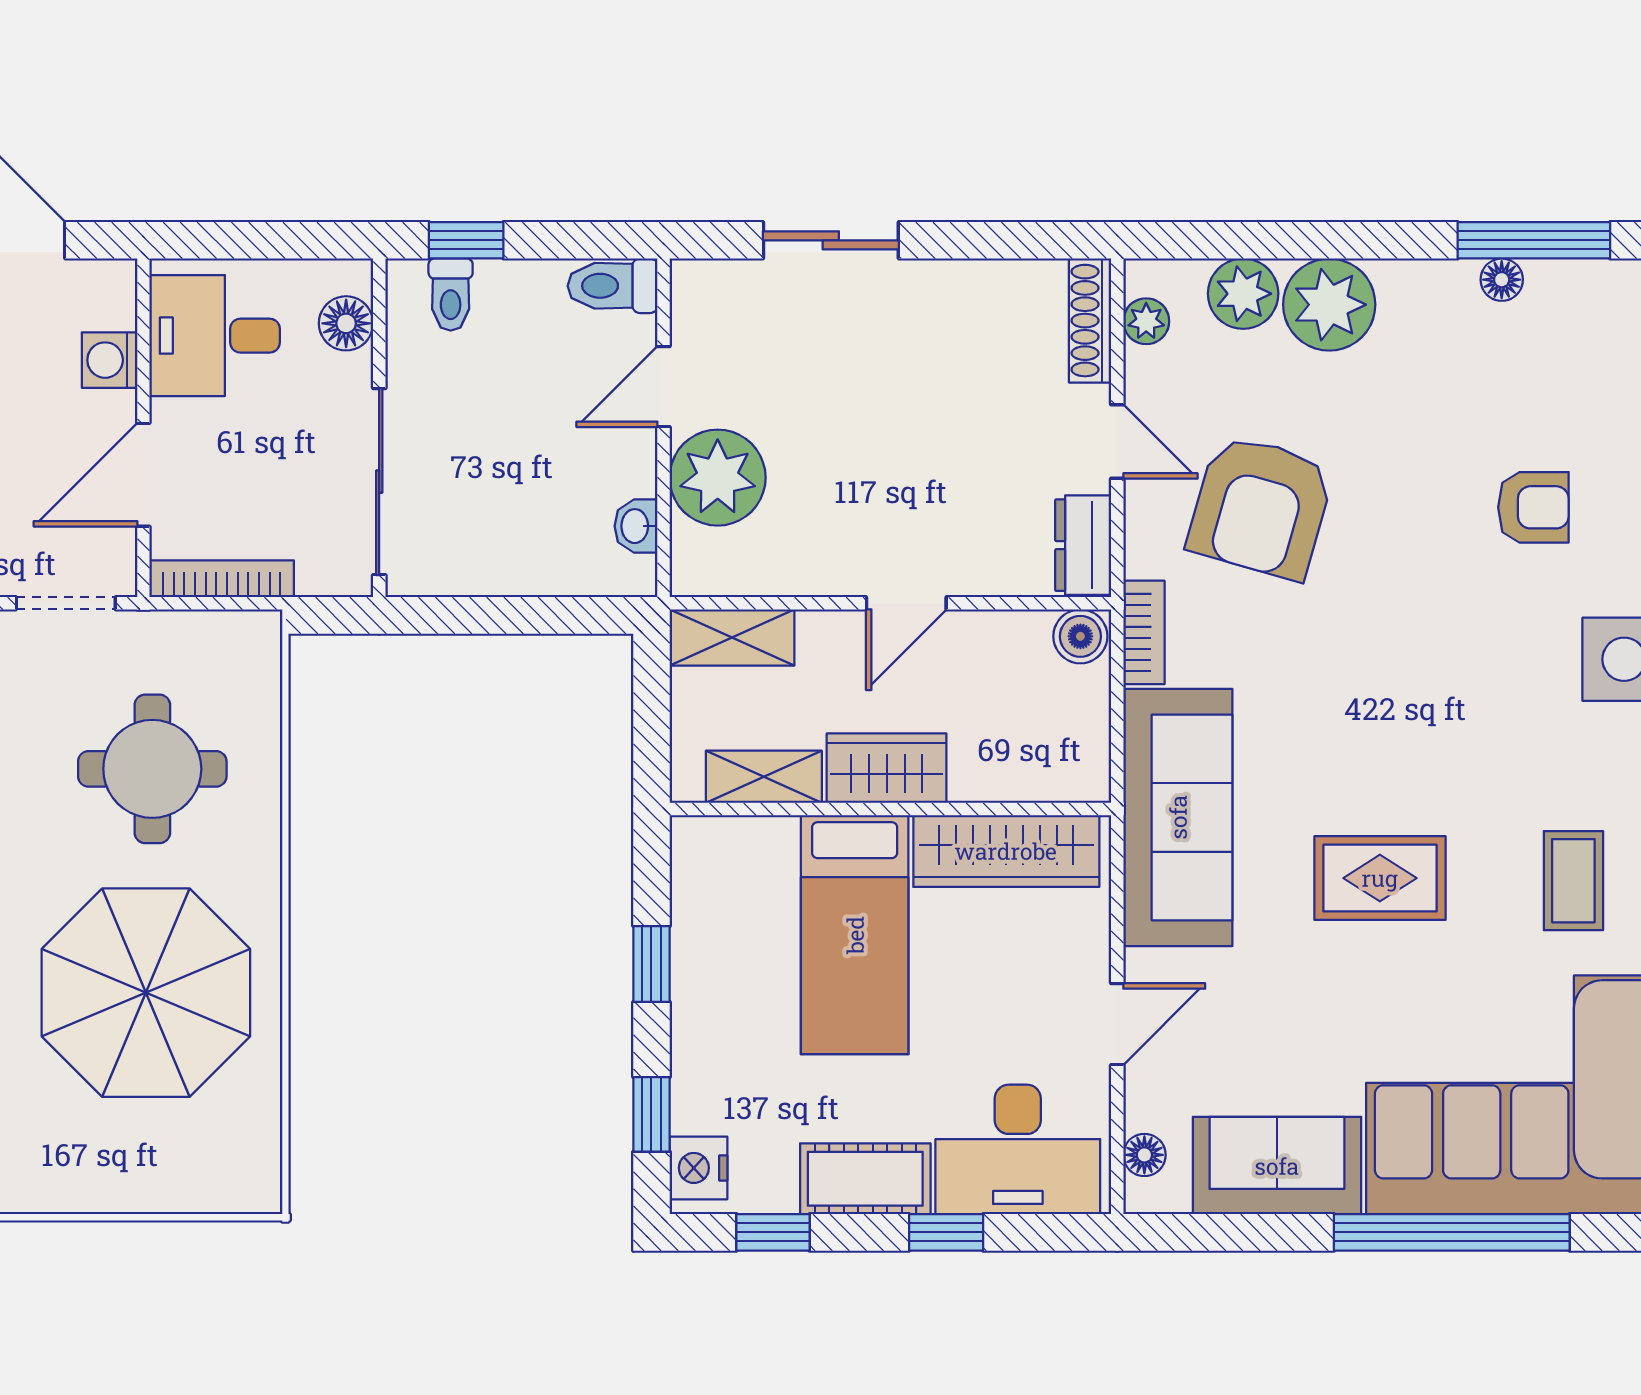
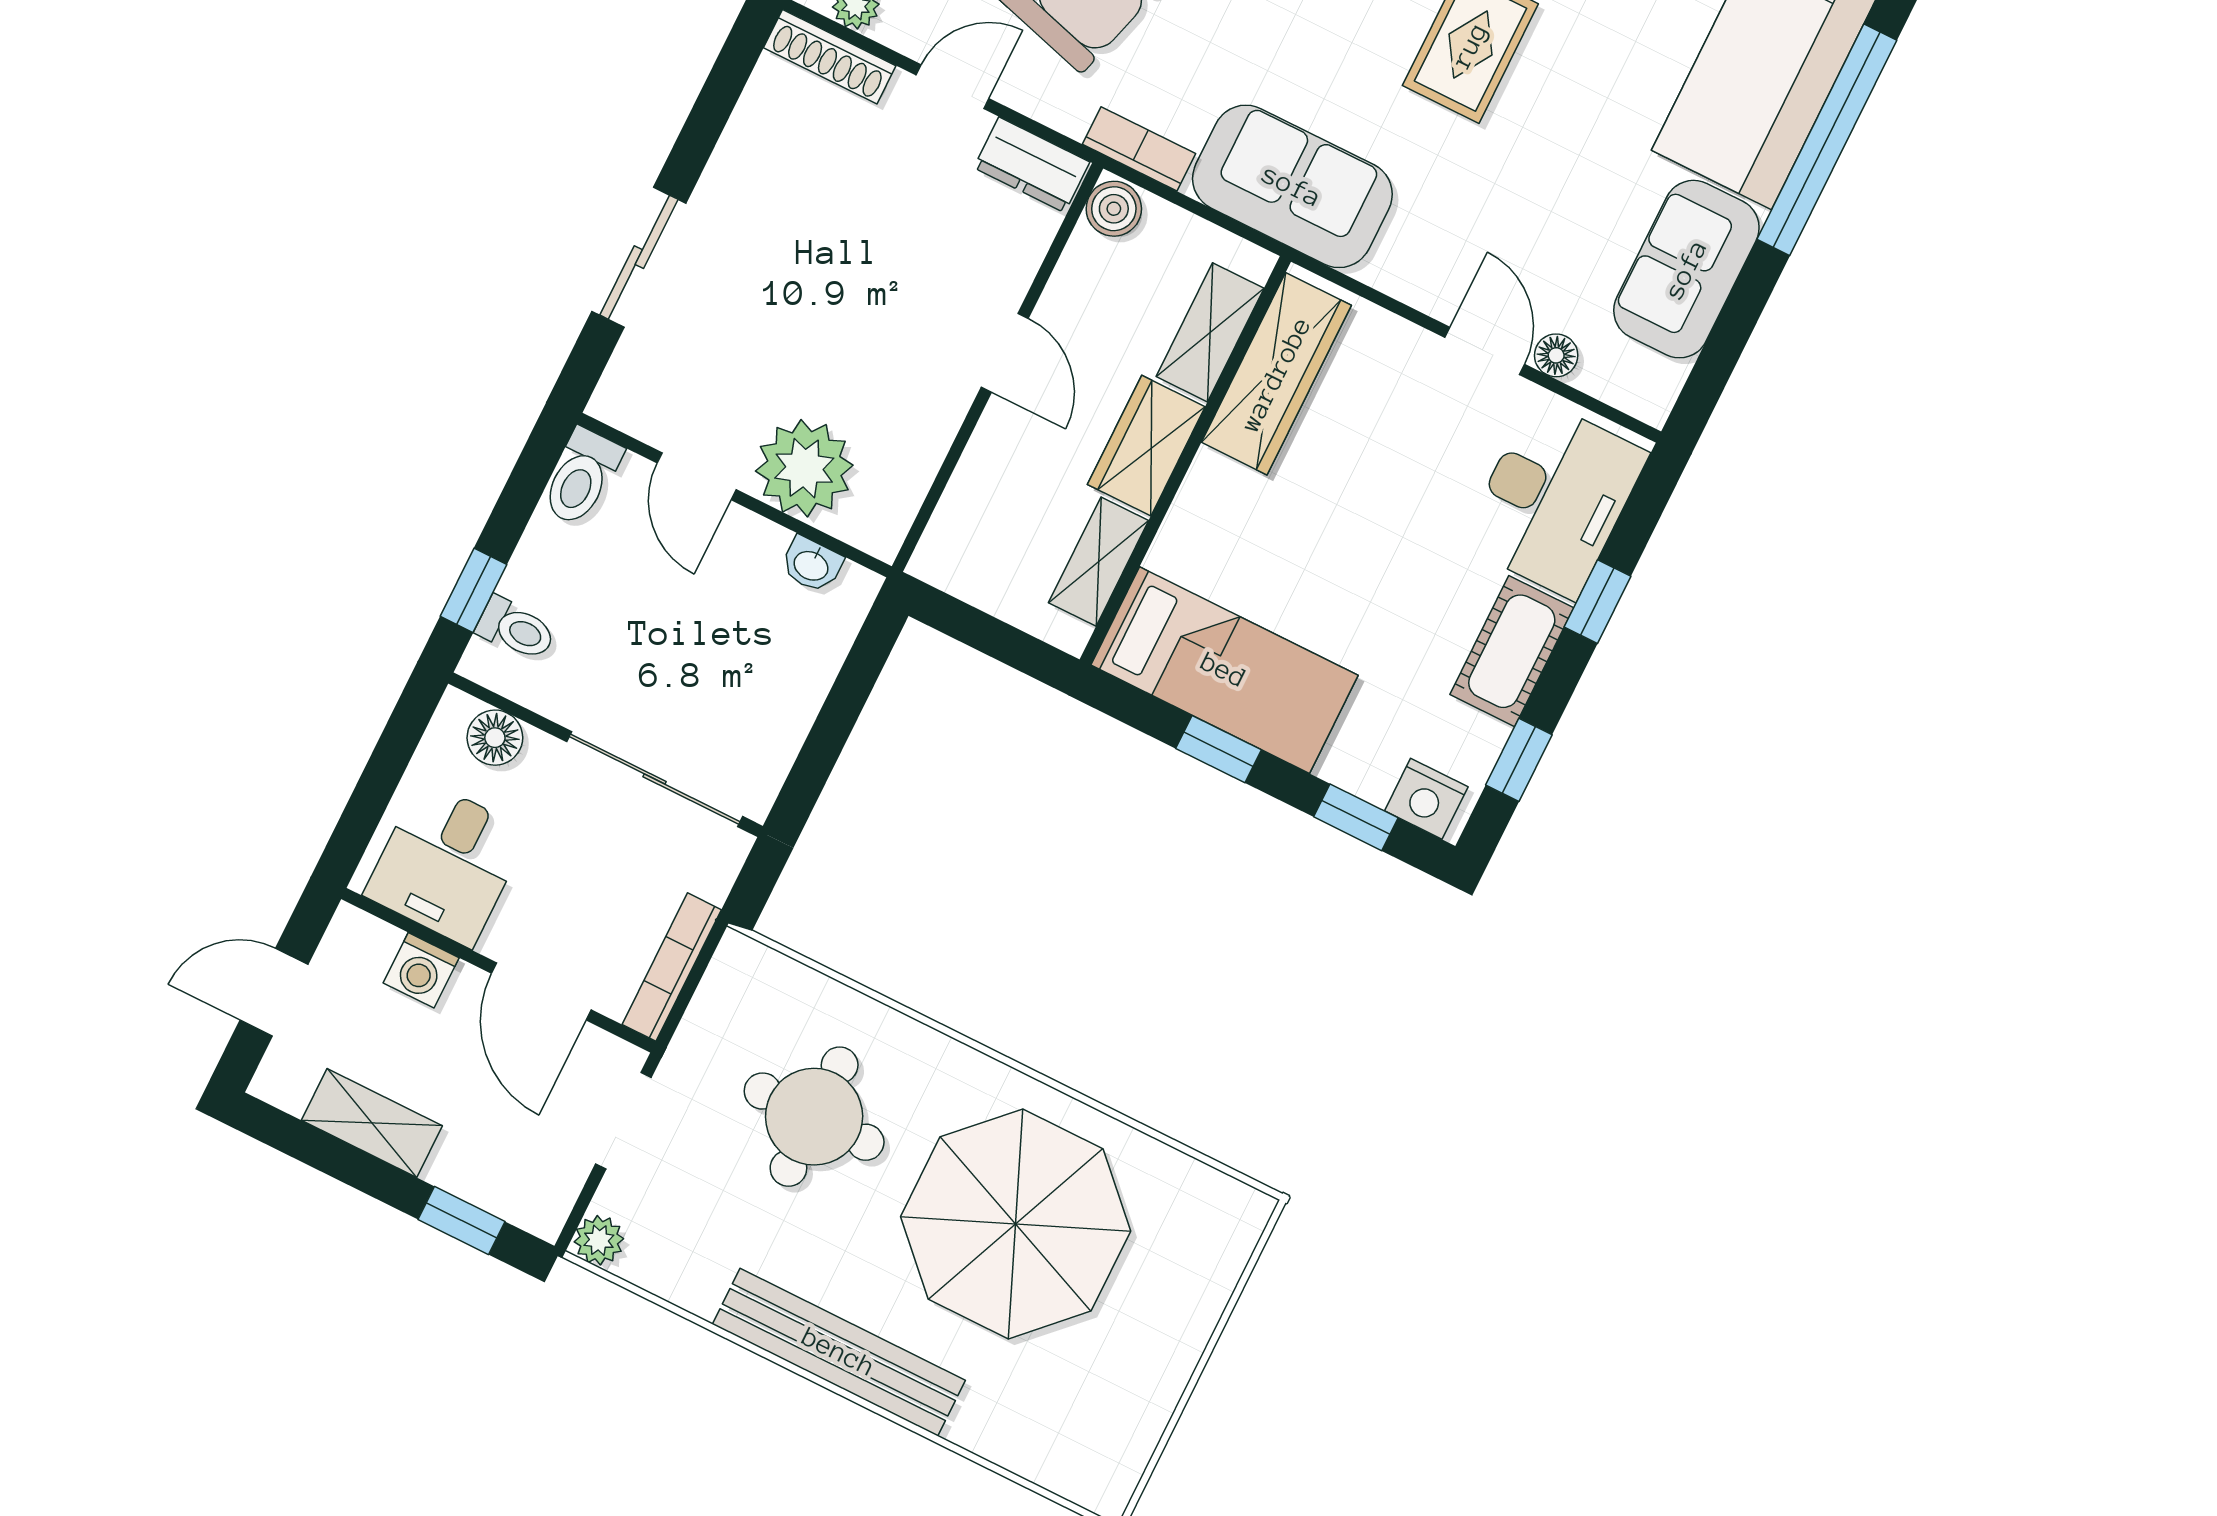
shelving: (732, 637) -> (1210, 332), moved
sofa: (1178, 817) -> (1292, 186), width x0.73
bed: (855, 935) -> (1224, 670), moved
floor lamp: (1144, 1155) -> (1556, 355), moved

